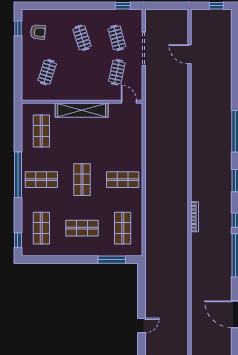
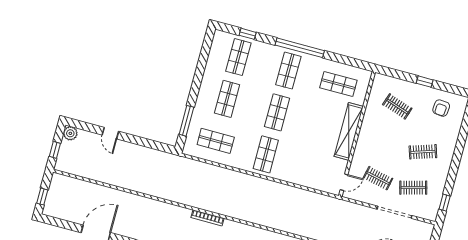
window: (18, 28) -> (425, 82), moved
shop shelf: (82, 180) -> (277, 112), turned 90
shop shelf: (41, 228) -> (238, 57), turned 90
window: (18, 240) -> (248, 34), moved

